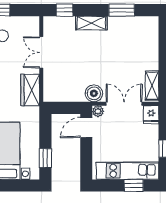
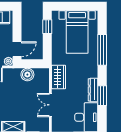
double door: (41, 52) -> (50, 105), swing flipped
boiler: (94, 93) -> (27, 75), moved

